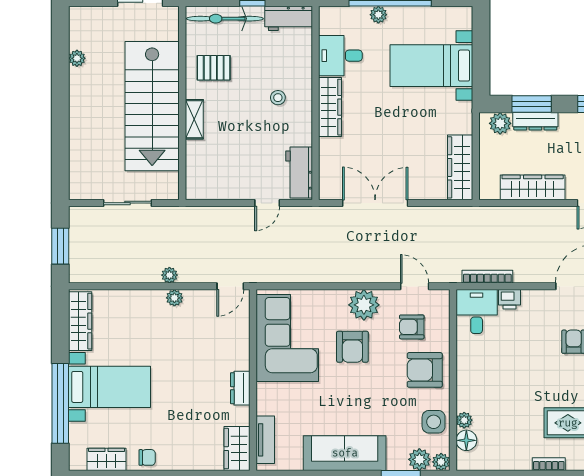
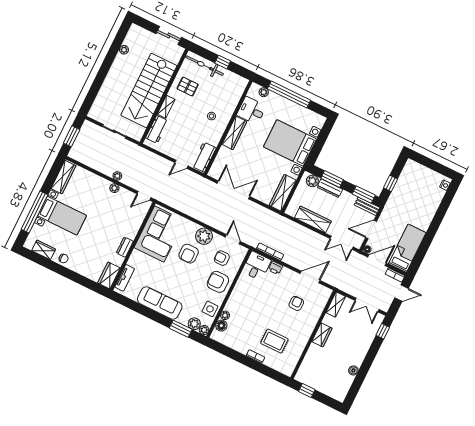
plant: (378, 15) -> (264, 92), moved
workbench: (289, 18) -> (157, 129), moved, turned -90
bed with nightstands: (431, 66) -> (290, 143), width x1.36

